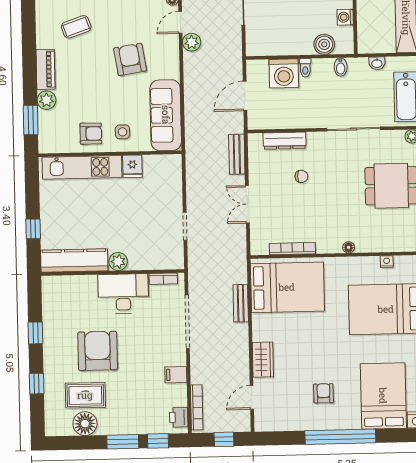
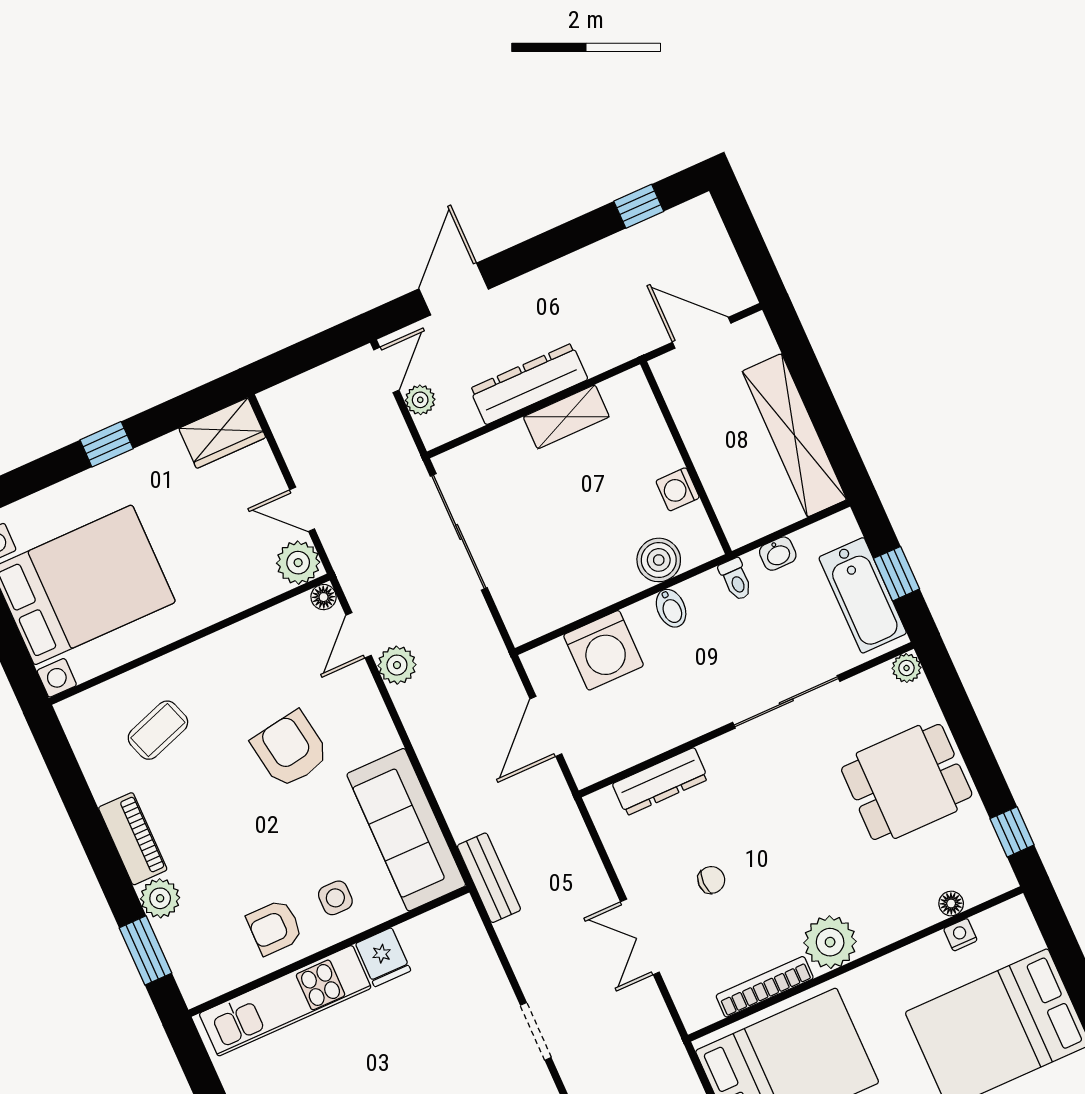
bidet: (341, 67) -> (671, 608), moved
toilet: (305, 68) -> (736, 579), moved
armchair: (91, 134) -> (275, 927), turned 180
bench: (237, 154) -> (489, 878), moved
chair: (301, 176) -> (711, 880), moved
plant: (329, 241) -> (830, 942), added
floor lamp: (349, 247) -> (951, 904), moved

